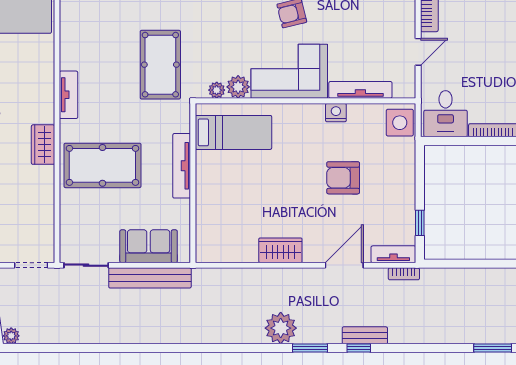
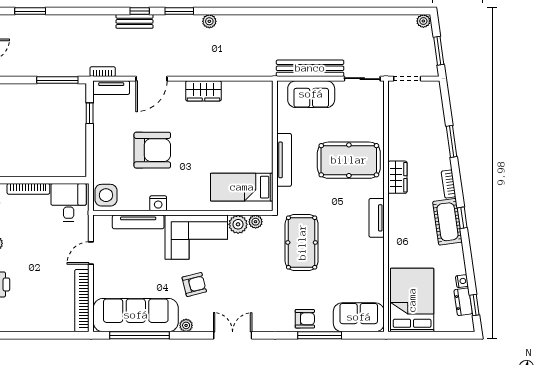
armchair: (343, 178) -> (152, 150), width x1.36, depth x1.36
window: (459, 264) -> (57, 80), added
plant: (281, 328) -> (209, 21), width x0.53, depth x0.53

